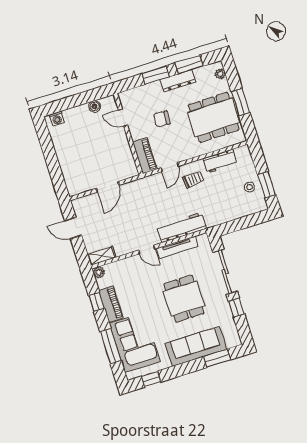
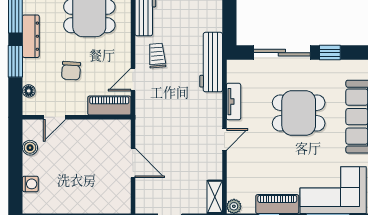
floor lamp: (137, 92) -> (29, 91), added
washing machine: (57, 119) -> (30, 184), moved
door: (170, 167) -> (133, 80), swing flipped
workbench: (182, 227) -> (211, 62), moved
tv unit: (177, 247) -> (234, 102), width x0.71

